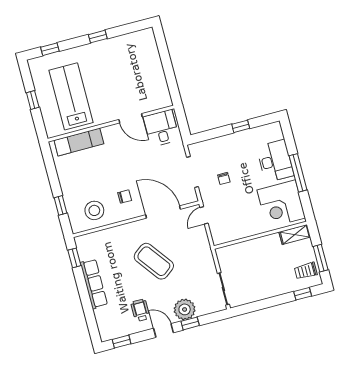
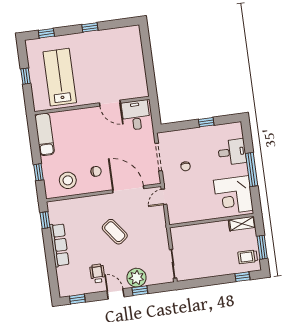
exam couch: (79, 142) -> (45, 134), moved, turned -90
desk: (275, 161) -> (232, 152), width x0.73
coffee table: (154, 261) -> (115, 232), width x0.73, depth x0.76

